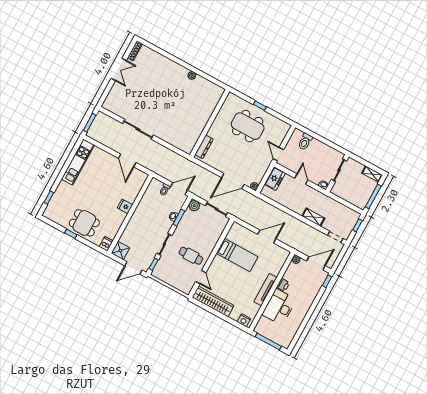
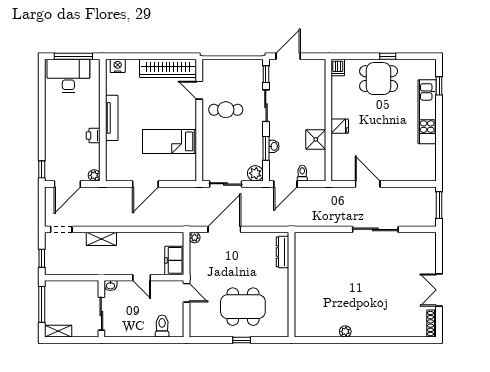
kitchen unit: (78, 162) -> (427, 112), moved
shower: (120, 251) -> (316, 139), moved
desk: (279, 307) -> (68, 76), moved, turned -90

